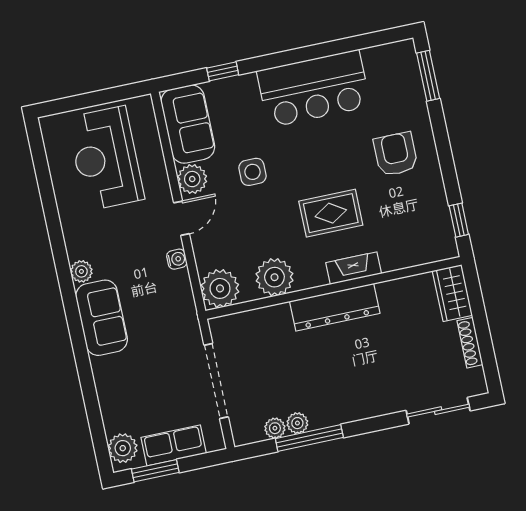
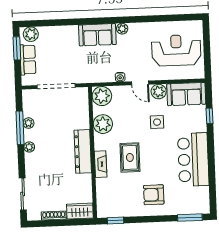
armchair: (396, 154) -> (154, 195), turned 180
plant: (275, 428) -> (29, 147), moved

